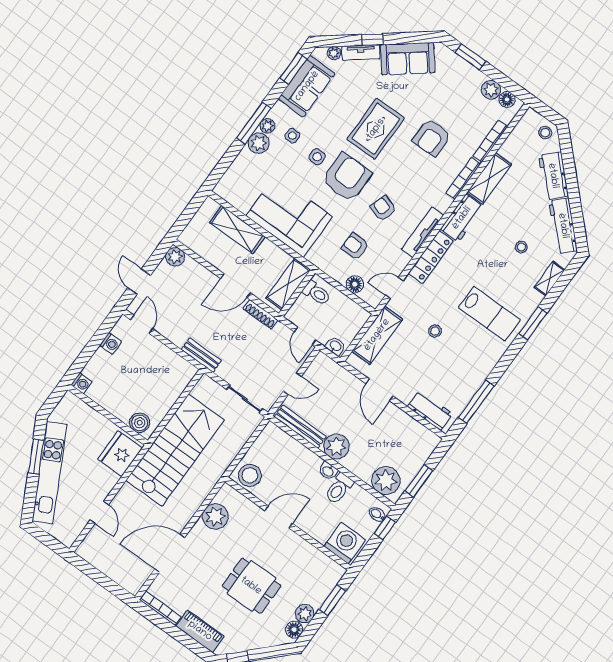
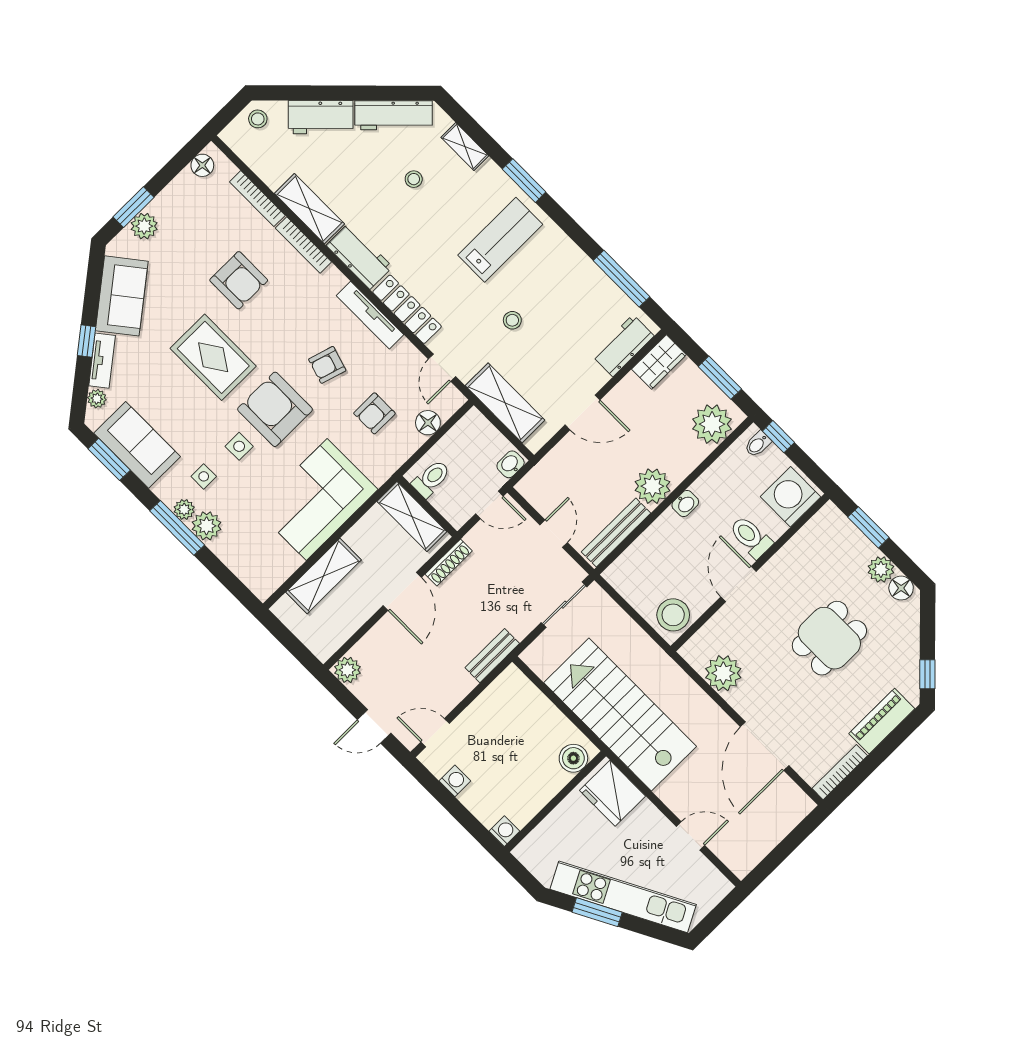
plant: (491, 90) -> (144, 226), moved
wardrobe: (423, 437) -> (659, 362), added
toilet: (339, 489) -> (751, 537), moved, turned 180

